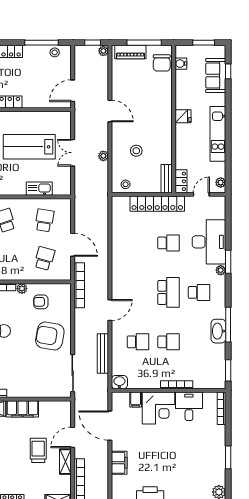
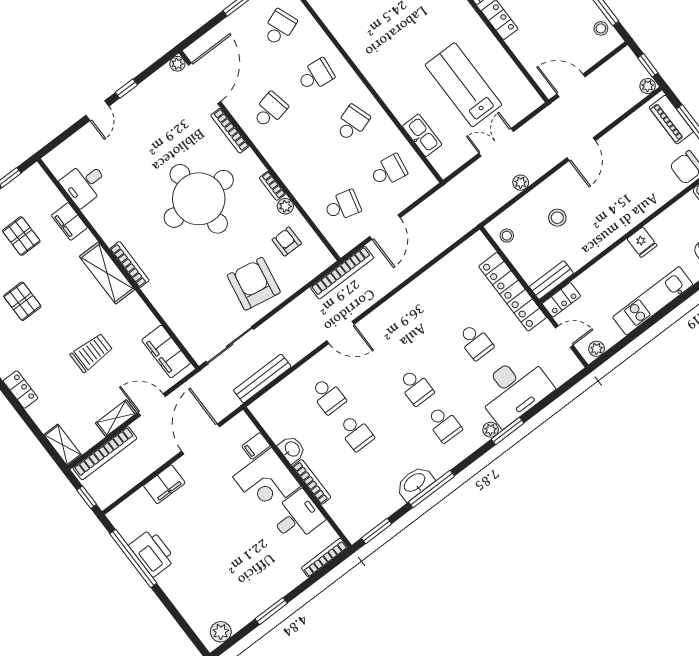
school desk: (169, 292) -> (416, 387), width x0.54
bench: (103, 354) -> (262, 379), moved
washbasin: (119, 382) -> (292, 449), moved
filing cabinet: (22, 409) -> (166, 351), moved
trolley: (38, 450) -> (92, 353), moved

